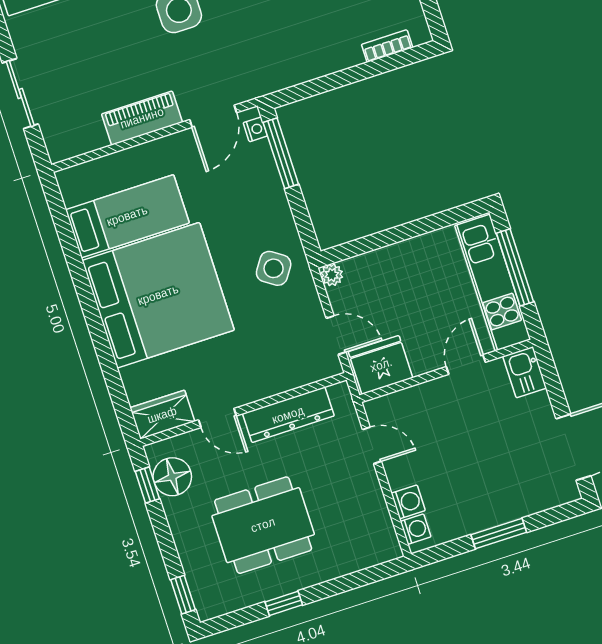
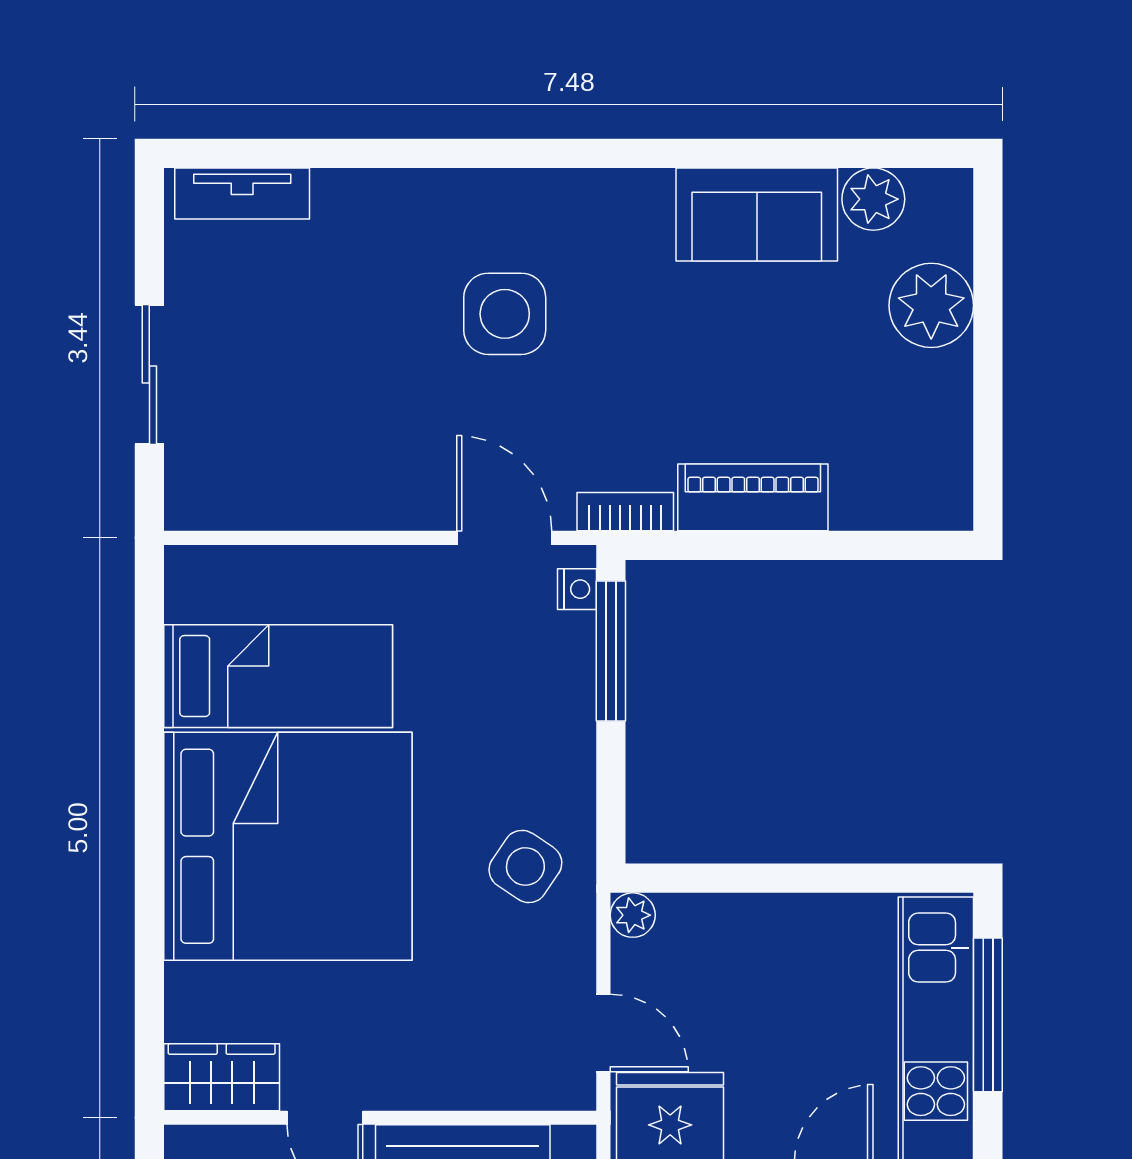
bookcase: (387, 46) -> (625, 512), moved
door: (213, 116) -> (504, 538), swing flipped
piano: (142, 118) -> (753, 497), moved

